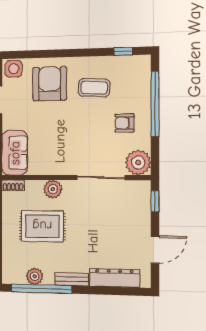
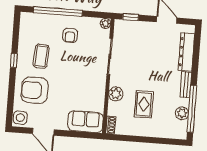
window: (123, 51) -> (14, 60), moved
plant: (138, 163) -> (105, 23), width x0.53, depth x0.53
rug: (42, 226) -> (144, 104), width x0.73, depth x0.70

